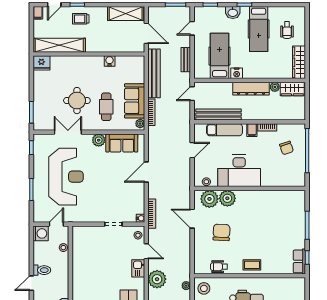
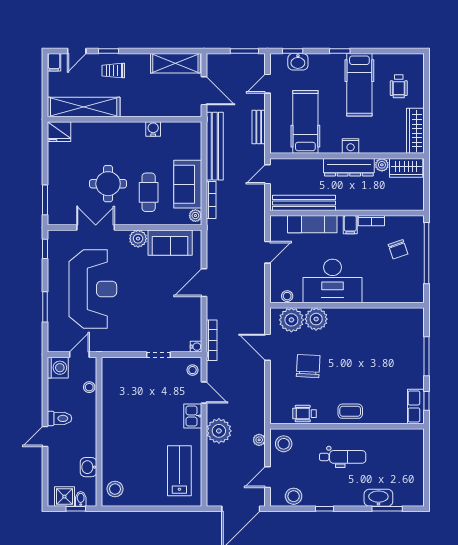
washbasin: (233, 12) -> (298, 62), moved
nightstand: (237, 73) -> (351, 146), moved

